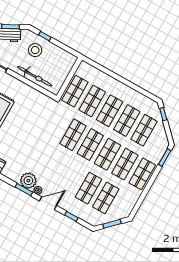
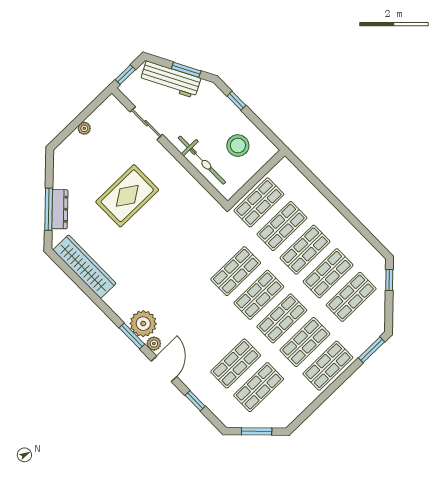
stool: (35, 50) -> (238, 146), moved
door: (48, 203) -> (164, 369), hinge flipped

